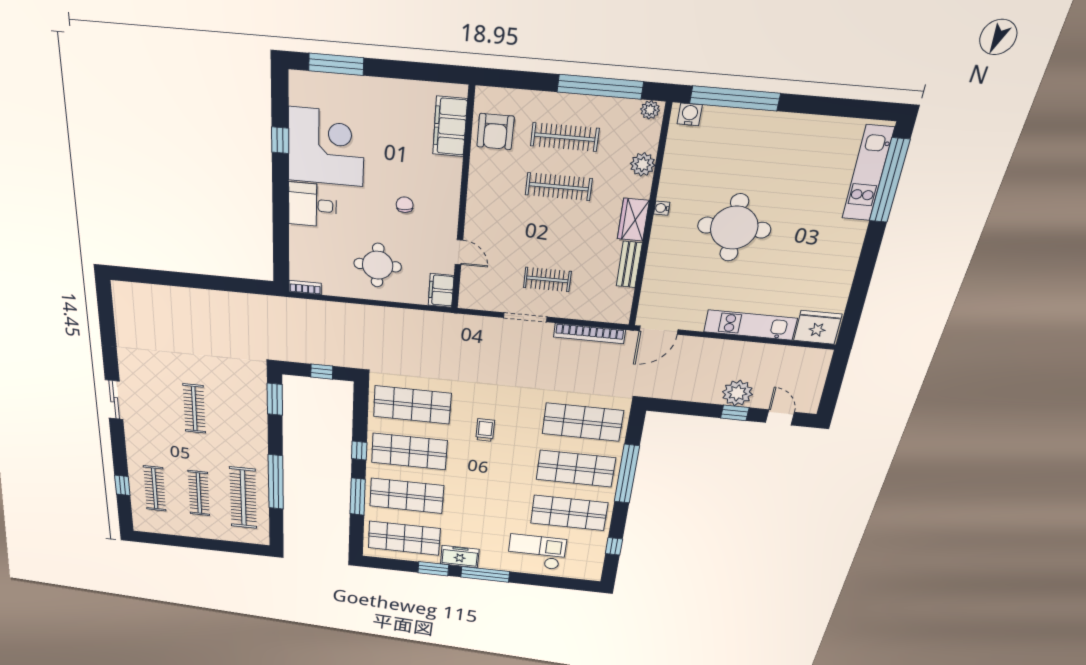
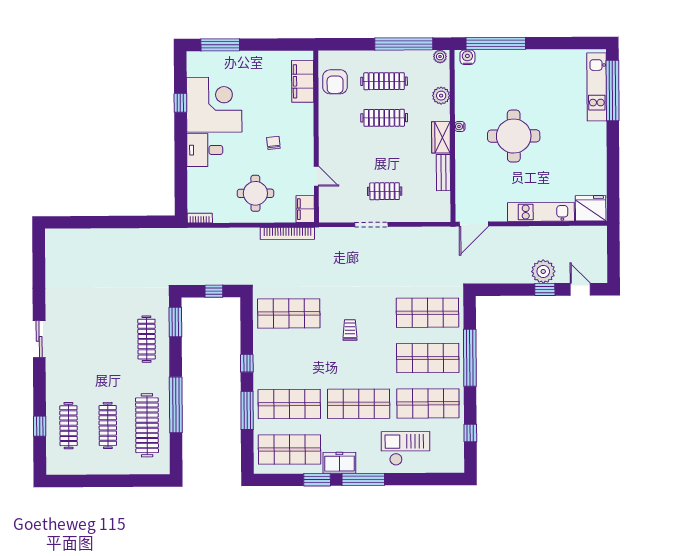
bookcase: (589, 333) -> (287, 233), moved
clothes rail: (194, 409) -> (147, 339), moved
shop shelf: (409, 451) -> (359, 404), moved

